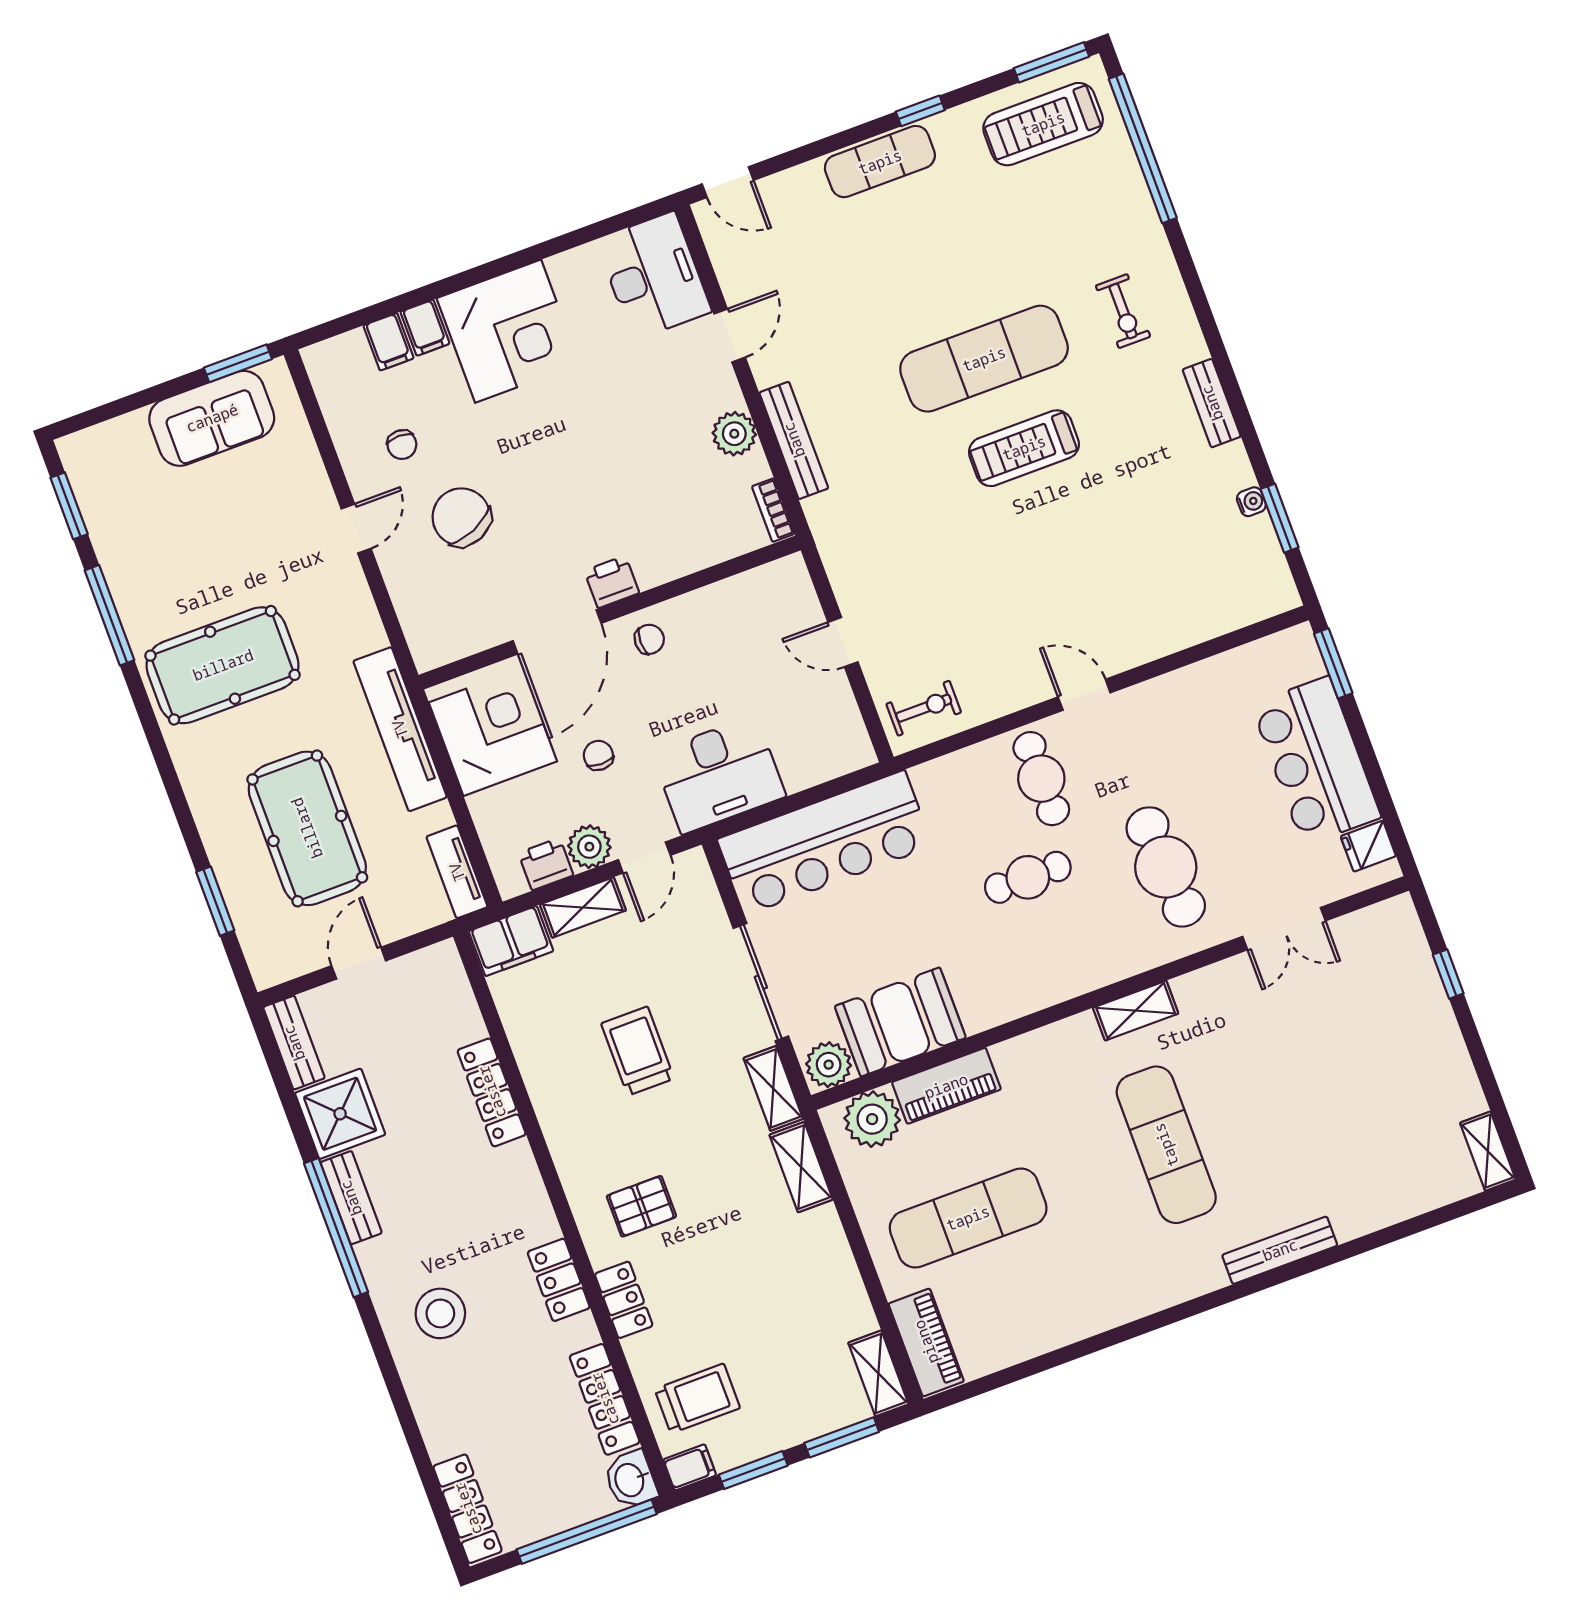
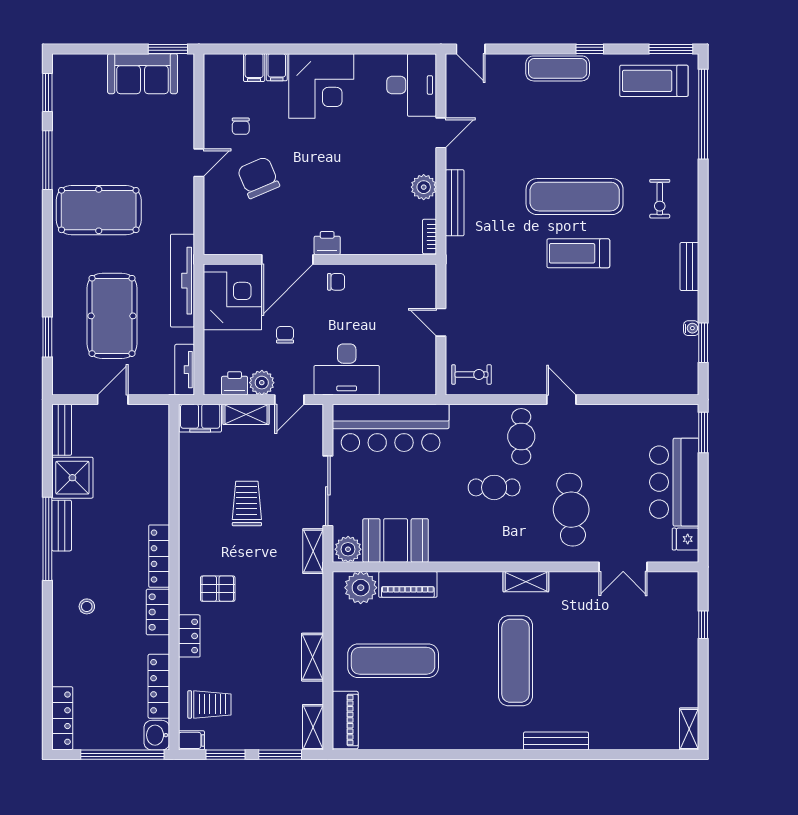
locker: (492, 1092) -> (159, 556), moved
shelving: (801, 1167) -> (312, 657), moved
stool: (440, 1313) -> (87, 606), width x0.53, depth x0.53

